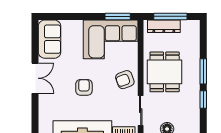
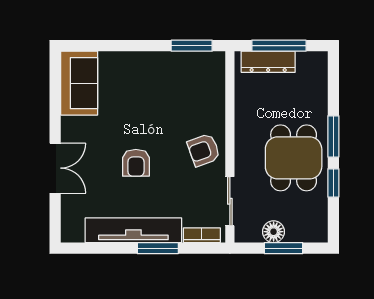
corner sofa: (111, 39) -> (180, 83), removed
dining table: (165, 72) -> (294, 158), moved
double door: (35, 78) -> (55, 168), moved
armchair: (84, 87) -> (136, 163), turned 180

